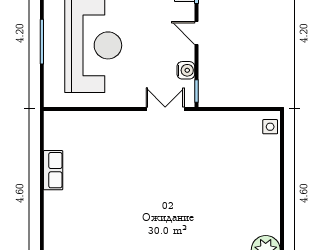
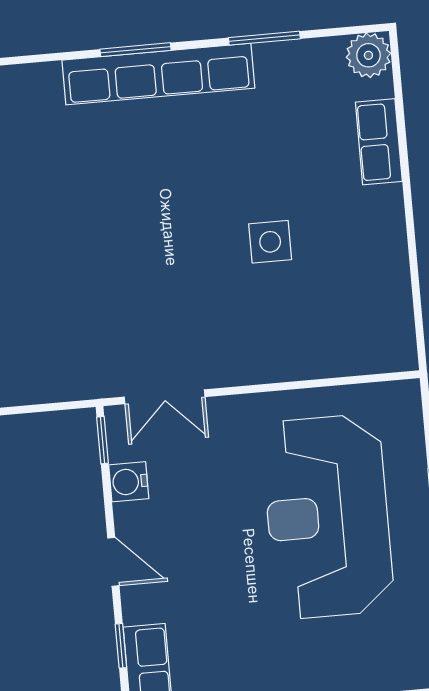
row of seats: (53, 170) -> (379, 142), moved
side table: (109, 178) -> (270, 242), added

